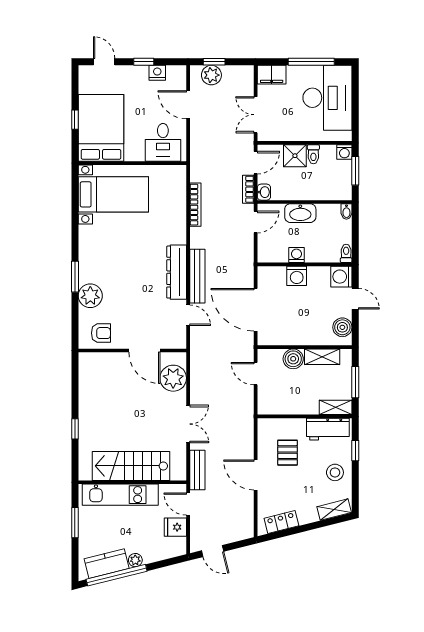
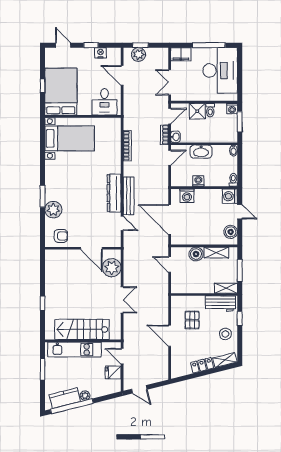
washing machine: (297, 276) -> (187, 196), moved
bench: (197, 470) -> (129, 332), removed
locker: (281, 522) -> (202, 365), moved

